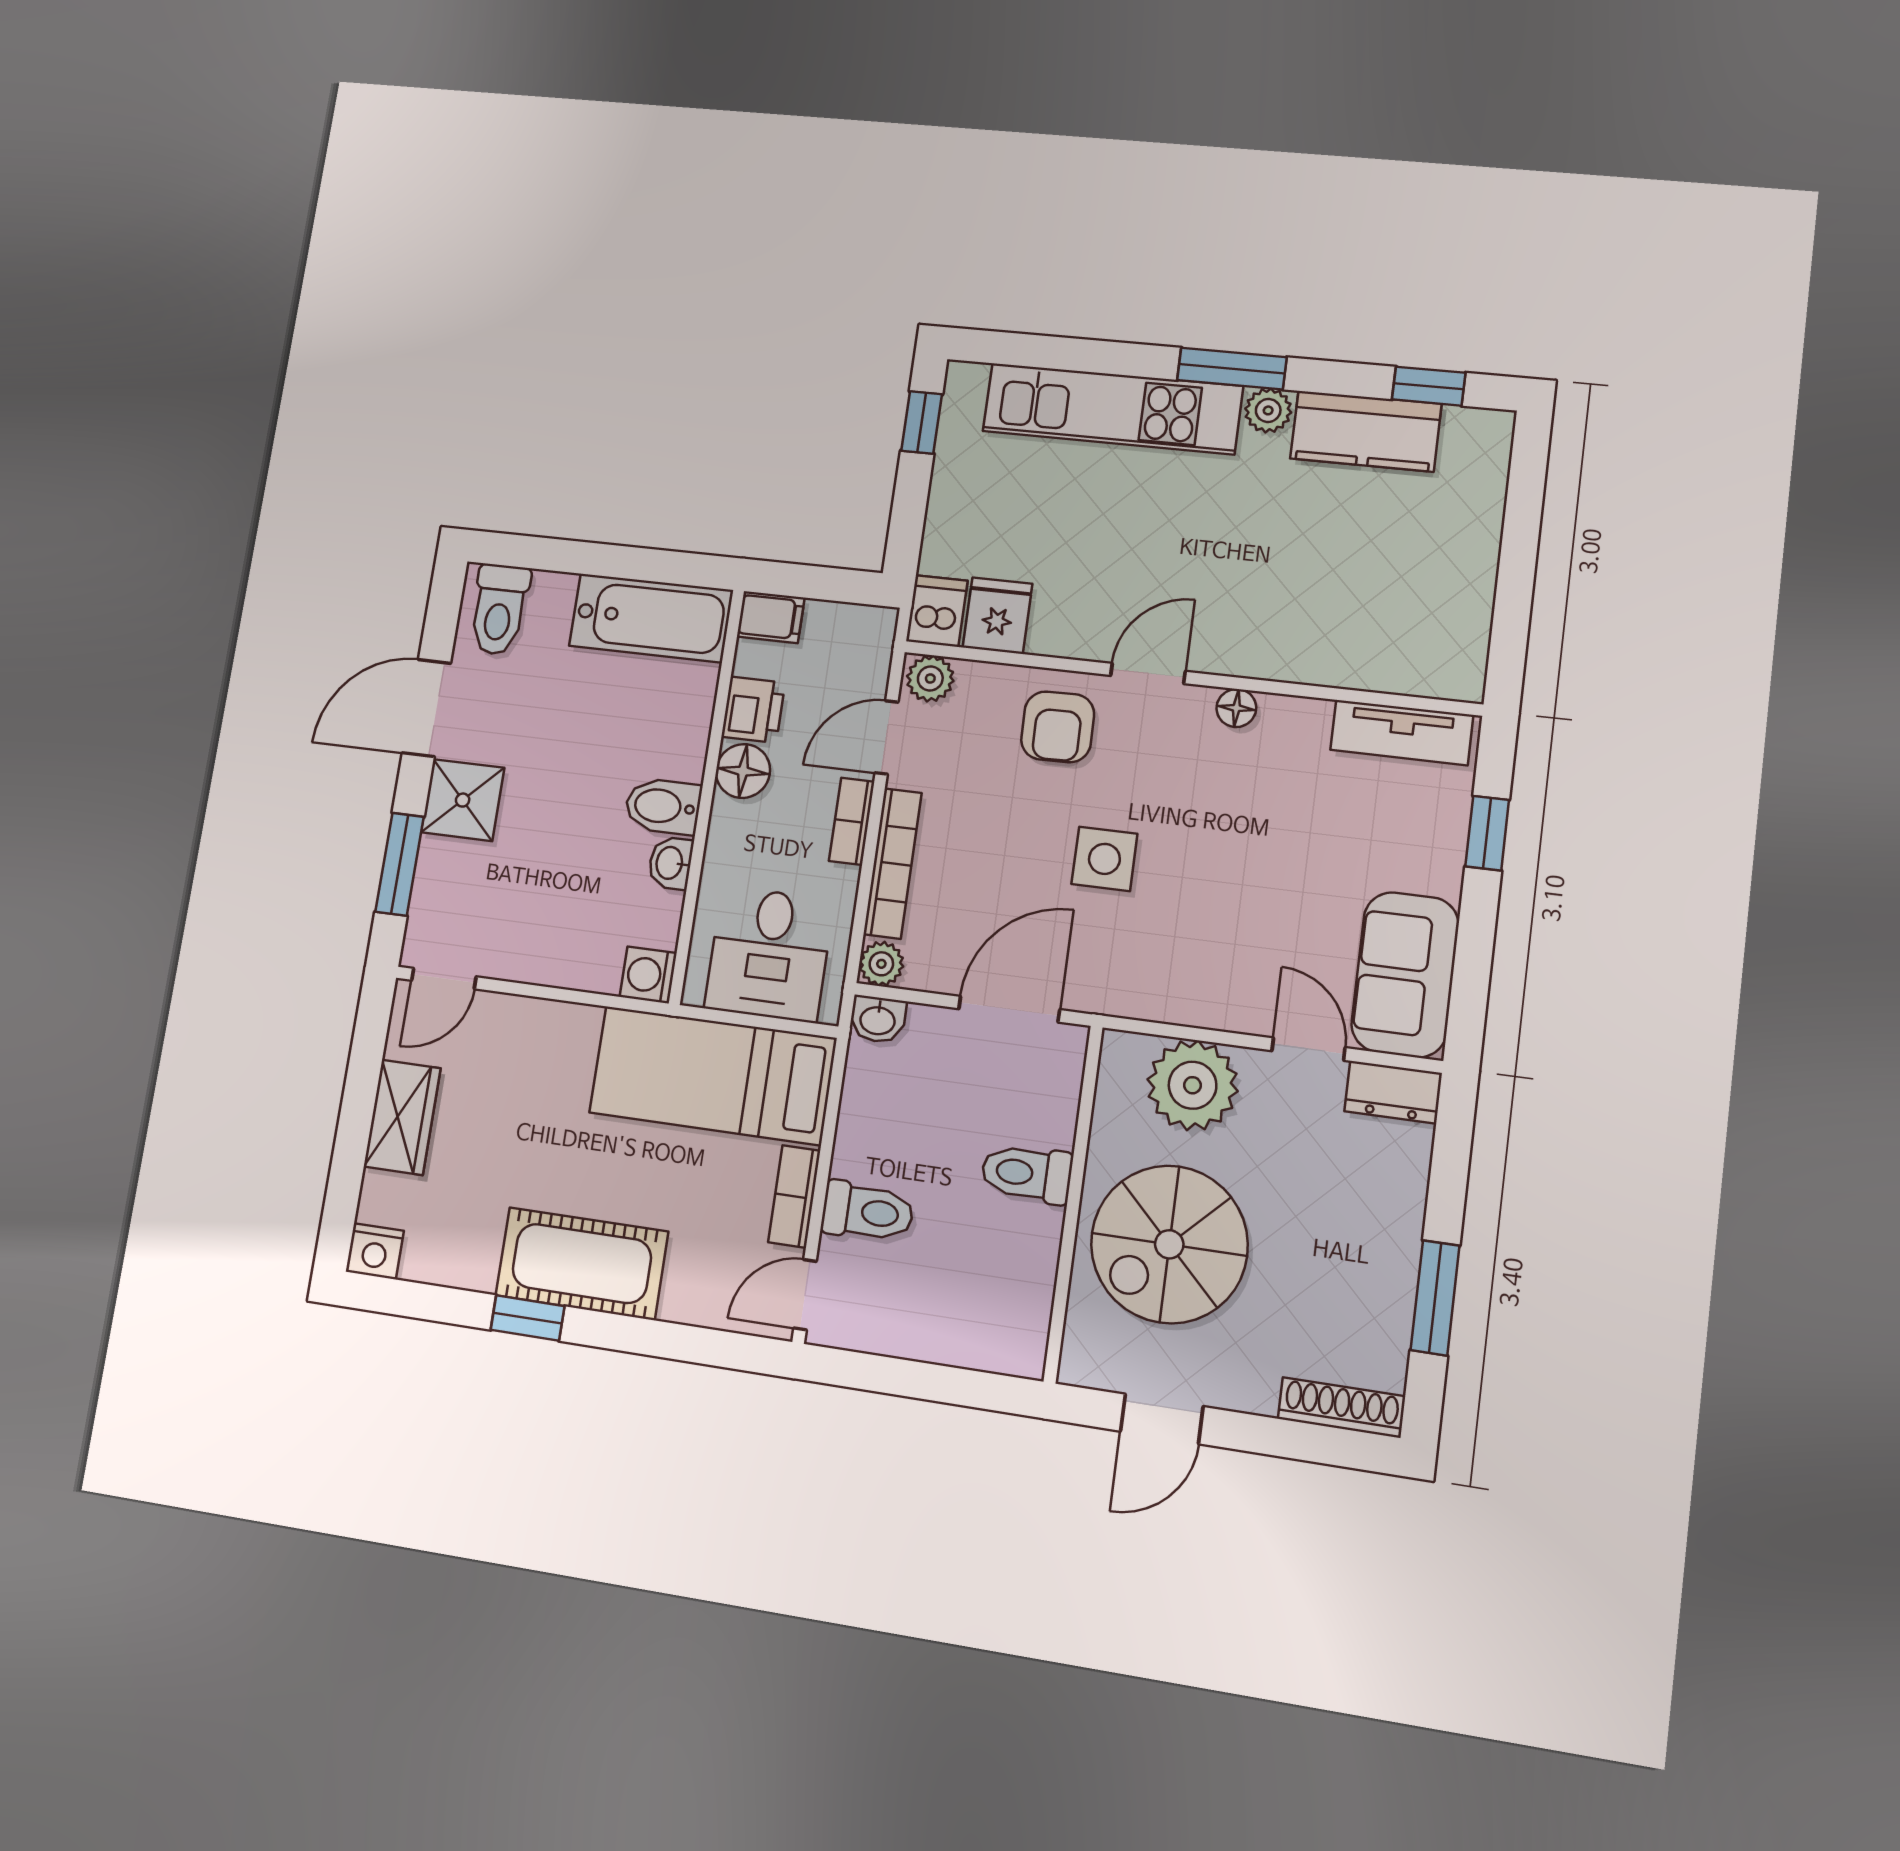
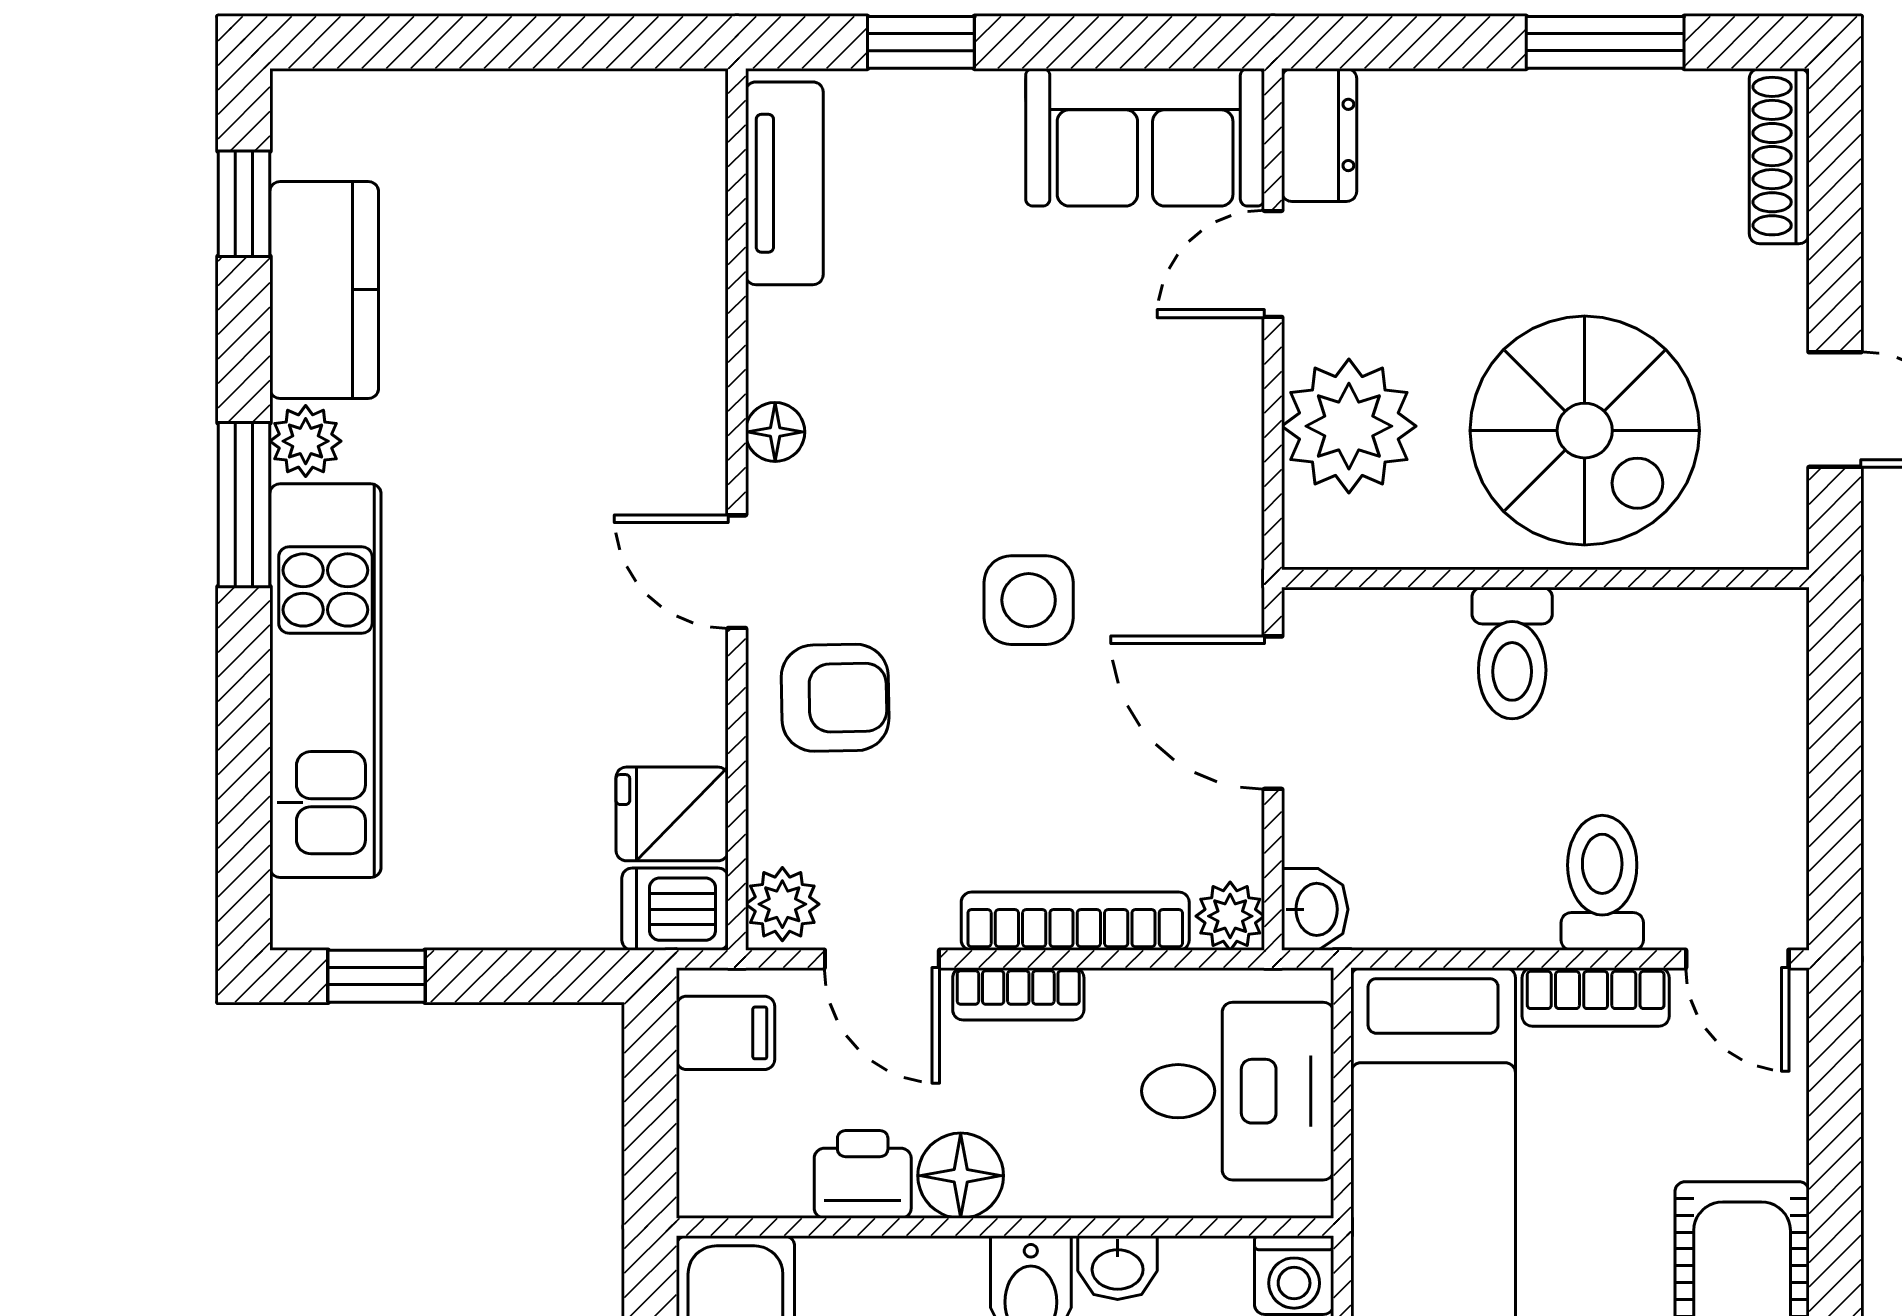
filing cabinet: (771, 617) -> (725, 1033), moved, turned 90

